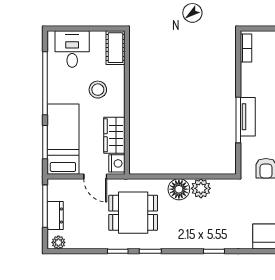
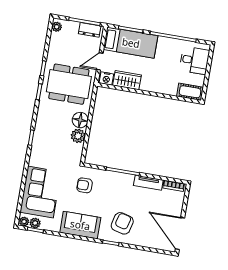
stool: (98, 90) -> (162, 74), removed
tv unit: (248, 117) -> (148, 183), moved
dining table: (133, 213) -> (69, 84), width x1.38
dresser: (55, 216) -> (90, 30), moved

